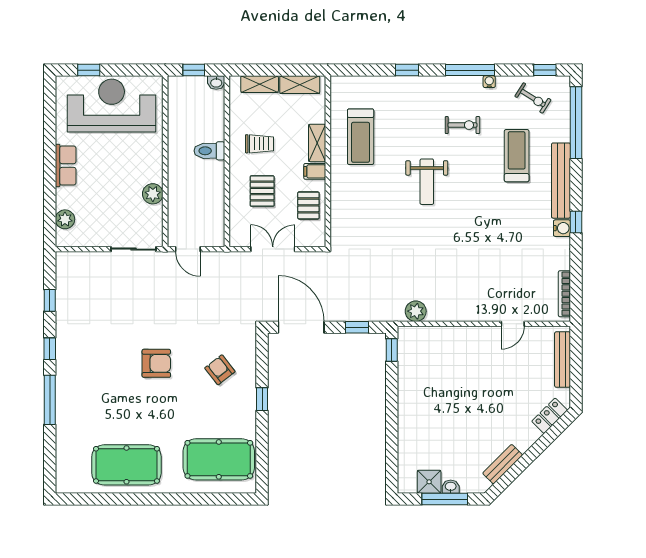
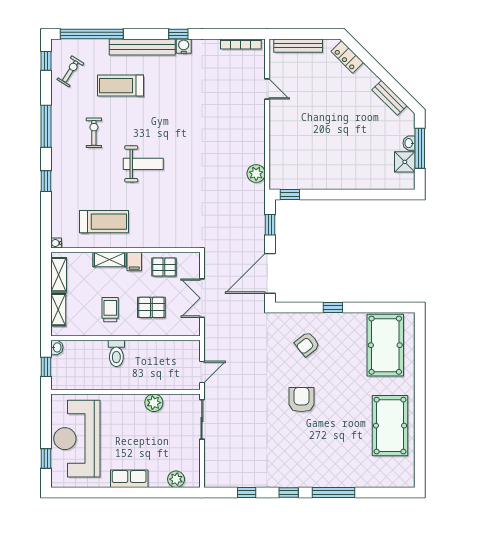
water cooler: (489, 82) -> (56, 243), moved

